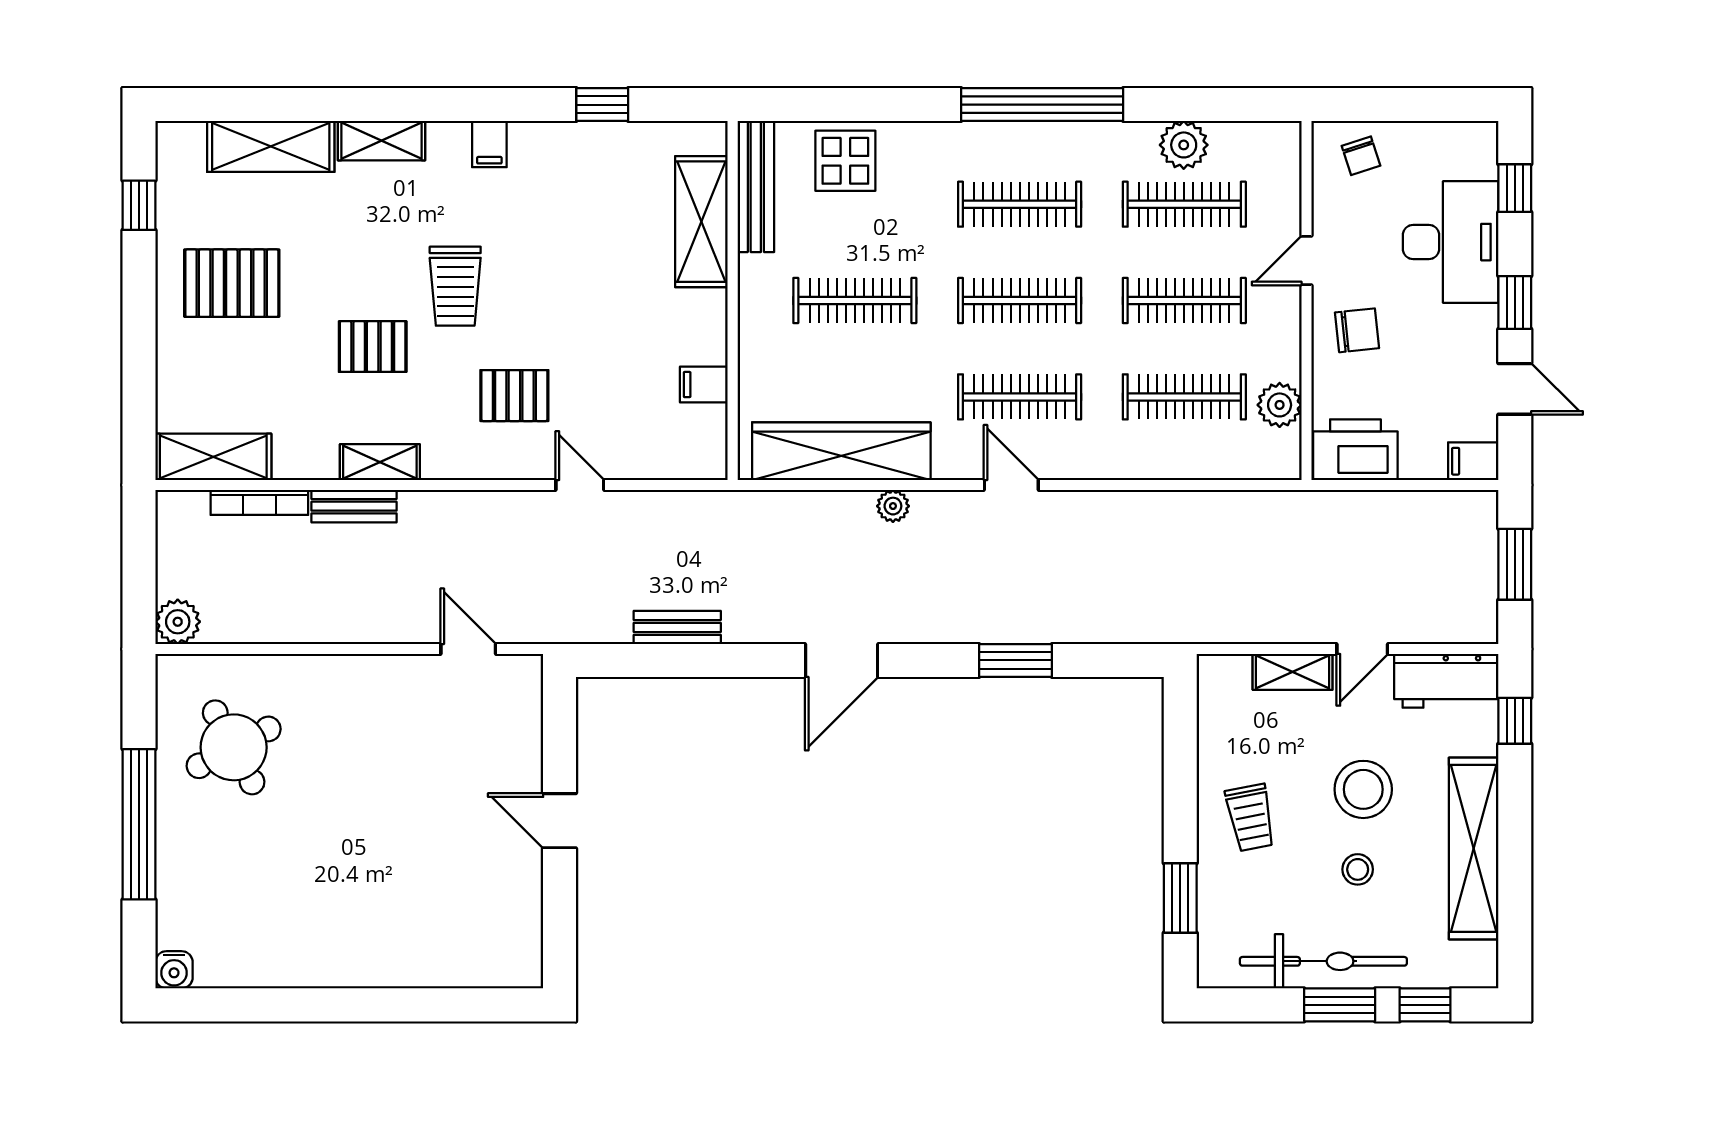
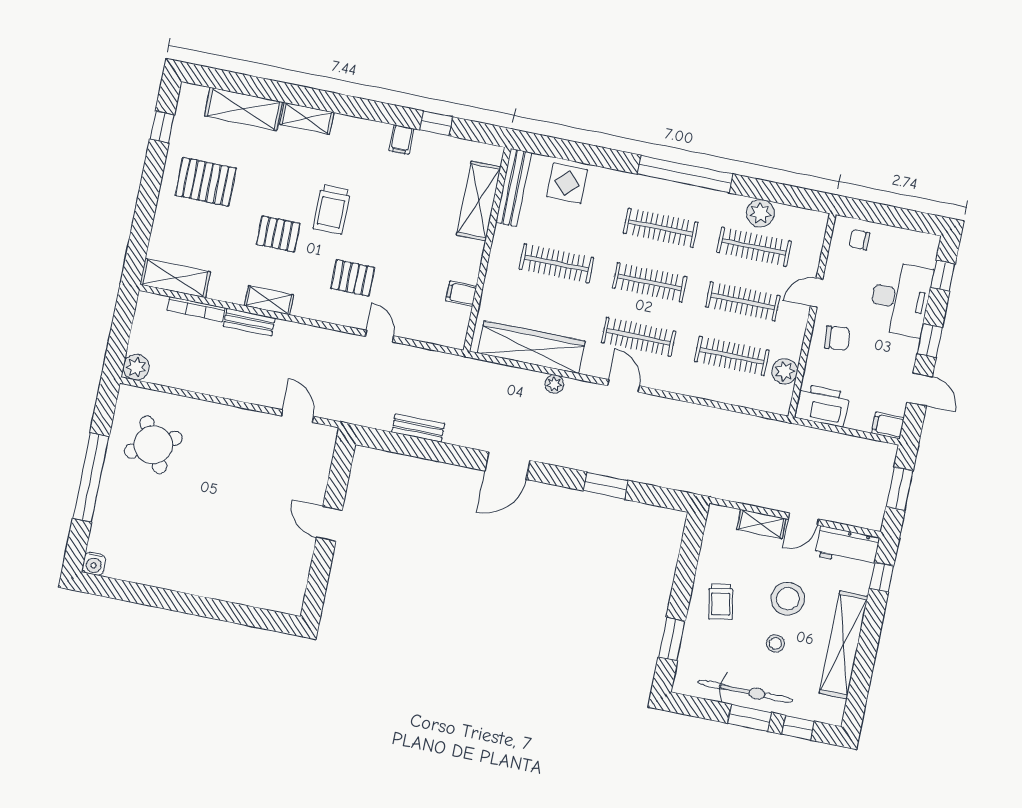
filing cabinet: (489, 144) -> (401, 140), moved
chair: (1361, 156) -> (860, 240), turned 108

